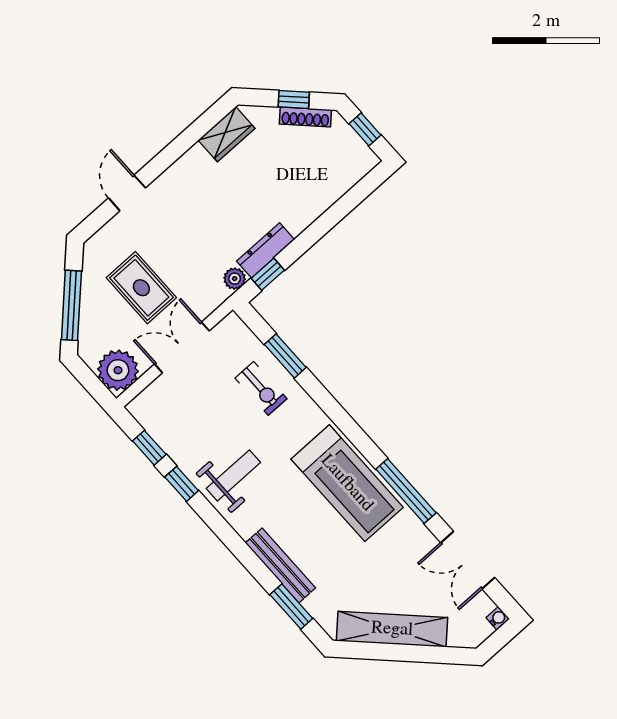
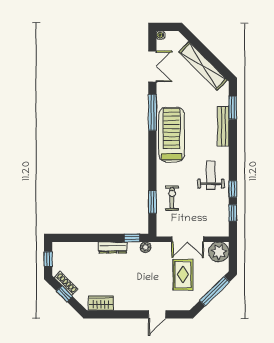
dresser: (266, 250) -> (113, 247), moved
weight bench: (233, 475) -> (211, 175), turned 90

